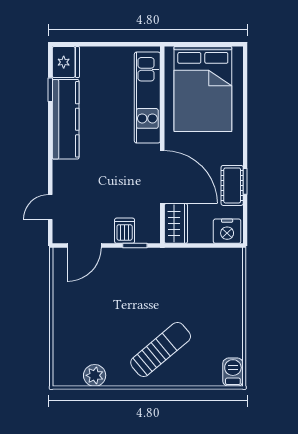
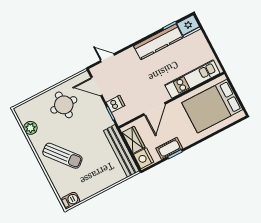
door: (162, 177) -> (154, 109), width x0.73
wardrobe: (176, 223) -> (133, 140), moved, turned -90
bench: (199, 259) -> (121, 151), added
round table: (86, 308) -> (64, 105), added

